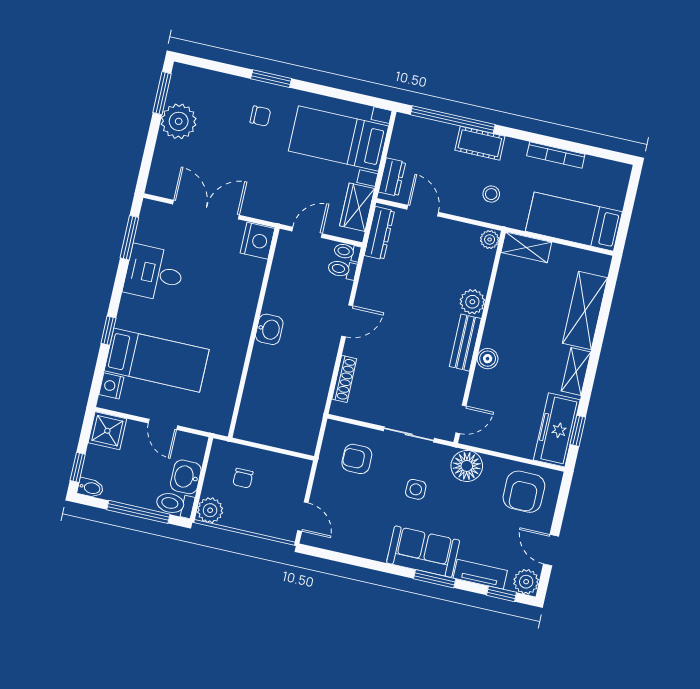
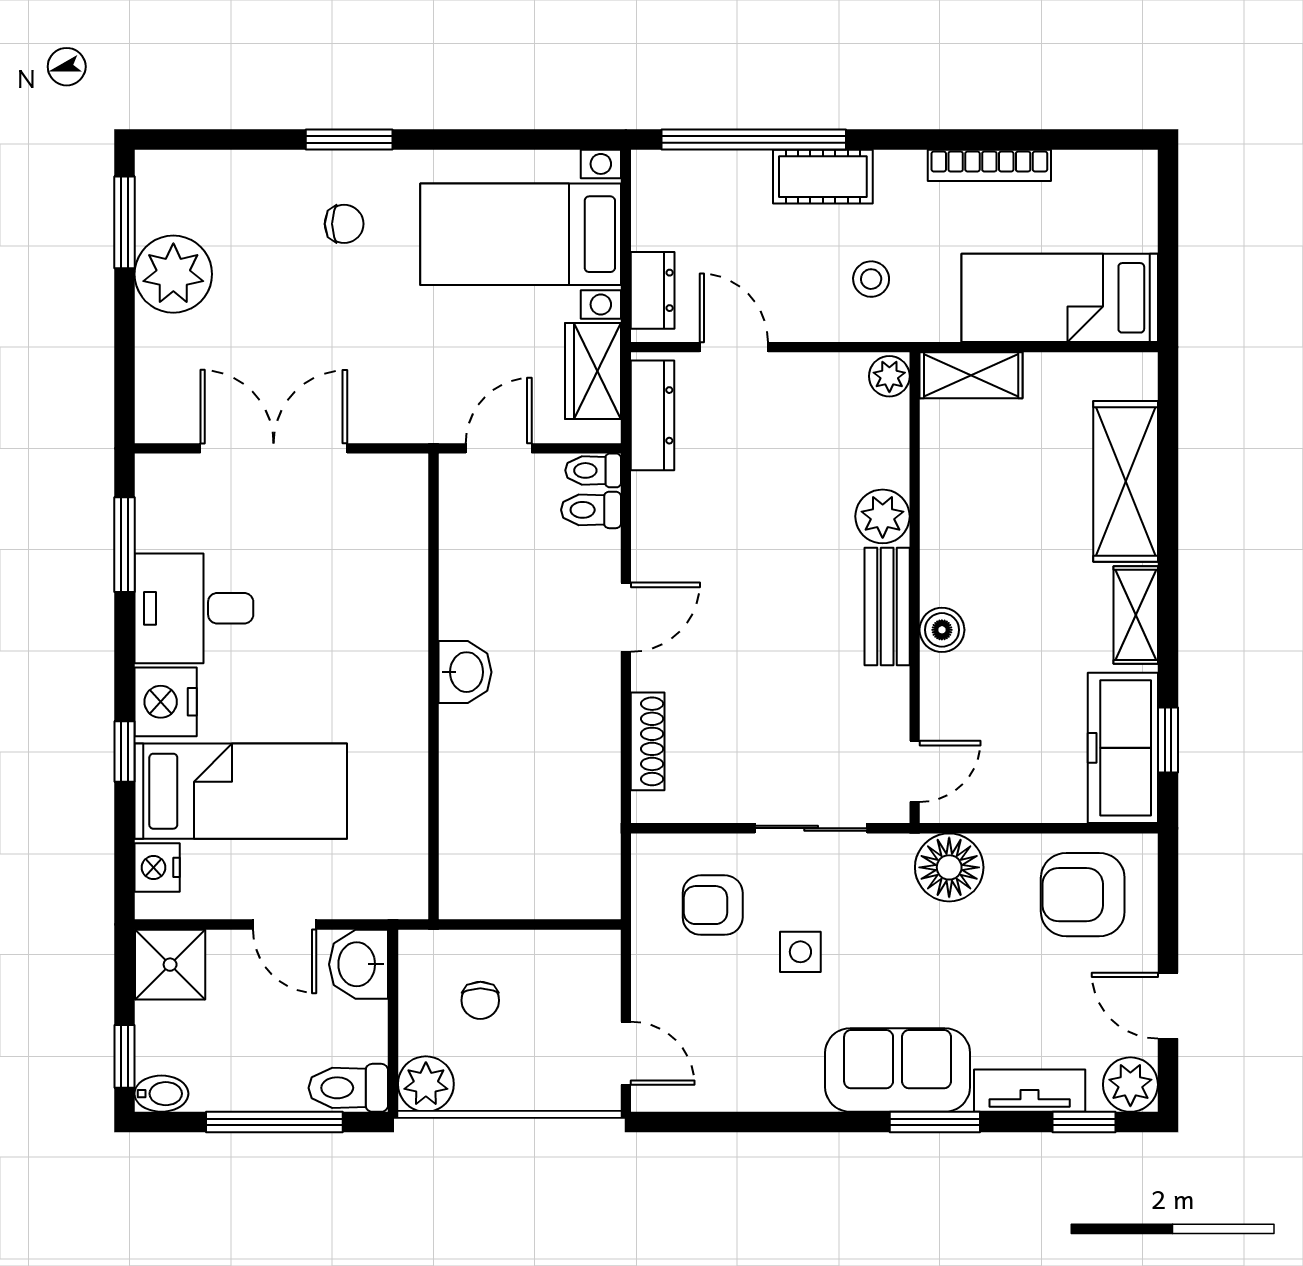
nightstand: (257, 241) -> (166, 702), moved, turned 180
washbasin: (186, 477) -> (358, 964), moved
side table: (416, 489) -> (800, 952), moved
armchair: (524, 492) -> (1083, 895), turned 90

